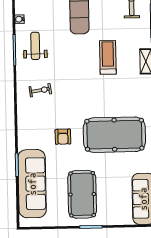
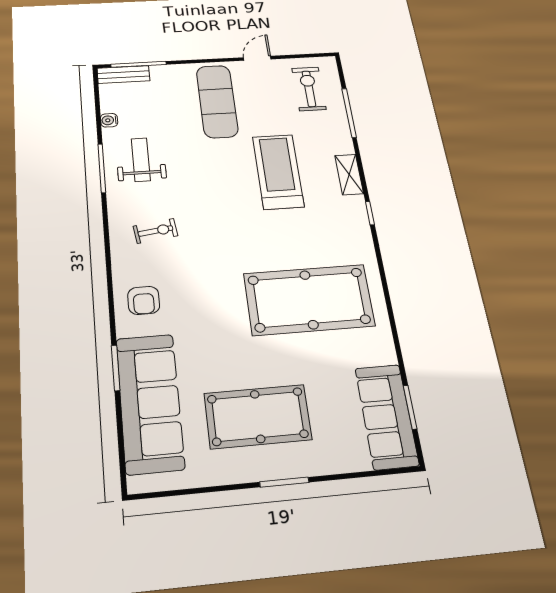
treadmill: (108, 57) -> (278, 172), width x1.37, depth x1.38
armchair: (63, 137) -> (144, 300), moved
pool table: (82, 194) -> (258, 416), turned 90

